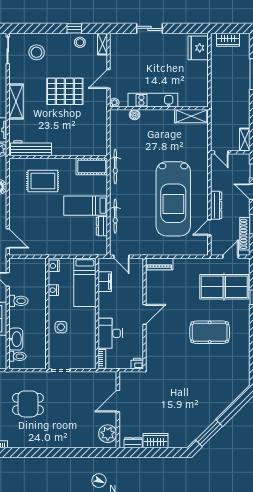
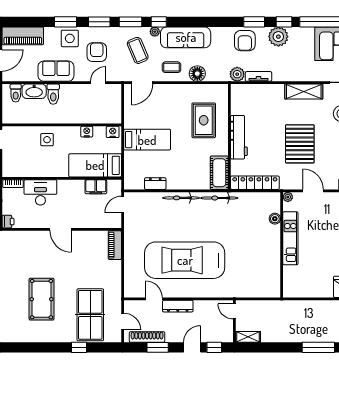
shelving: (16, 102) -> (304, 91), moved
shelving: (191, 116) -> (273, 280), removed
locker: (101, 133) -> (255, 183), added
workbench: (31, 148) -> (239, 137), moved
door: (221, 152) -> (234, 311), hinge flipped
bed: (86, 206) -> (147, 140), moved, turned 90
bicycle: (115, 216) -> (181, 198), moved
toilet: (18, 301) -> (53, 94), moved

